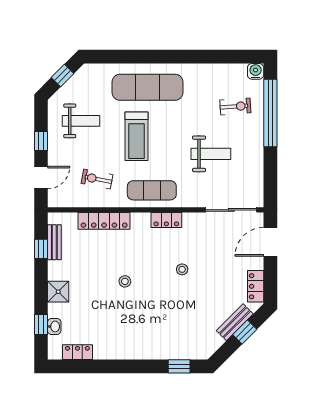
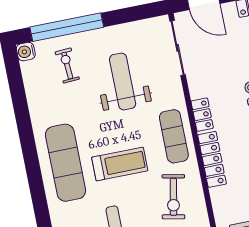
weight bench: (211, 154) -> (123, 81), width x1.36, depth x1.33
exercise bike: (97, 179) -> (173, 197), width x1.38, depth x1.39
locker: (104, 221) -> (212, 159), moved

